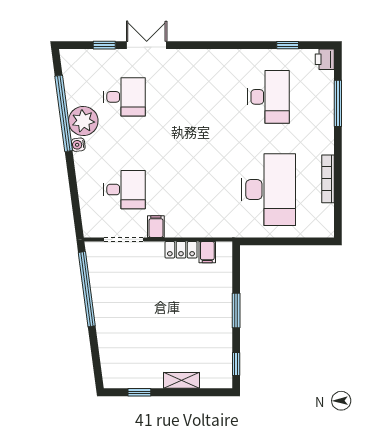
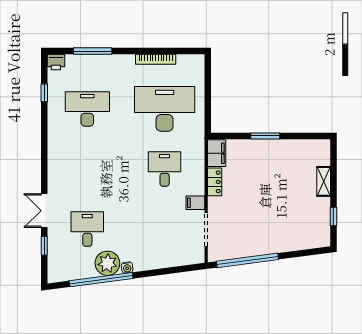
desk: (124, 190) -> (165, 169), moved
filing cabinet: (207, 252) -> (217, 153), width x2.00
window: (236, 364) -> (310, 136), removed

